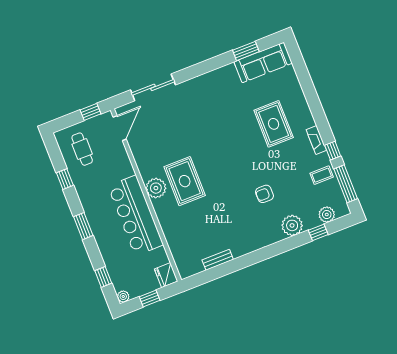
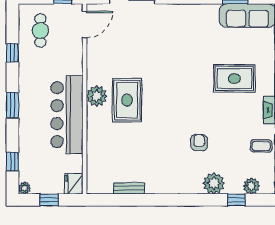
rug: (274, 124) -> (234, 79), turned 90
armchair: (264, 194) -> (199, 143), turned 90

